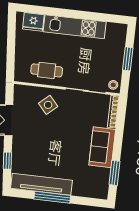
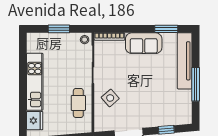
tv unit: (42, 184) -> (185, 61), moved

